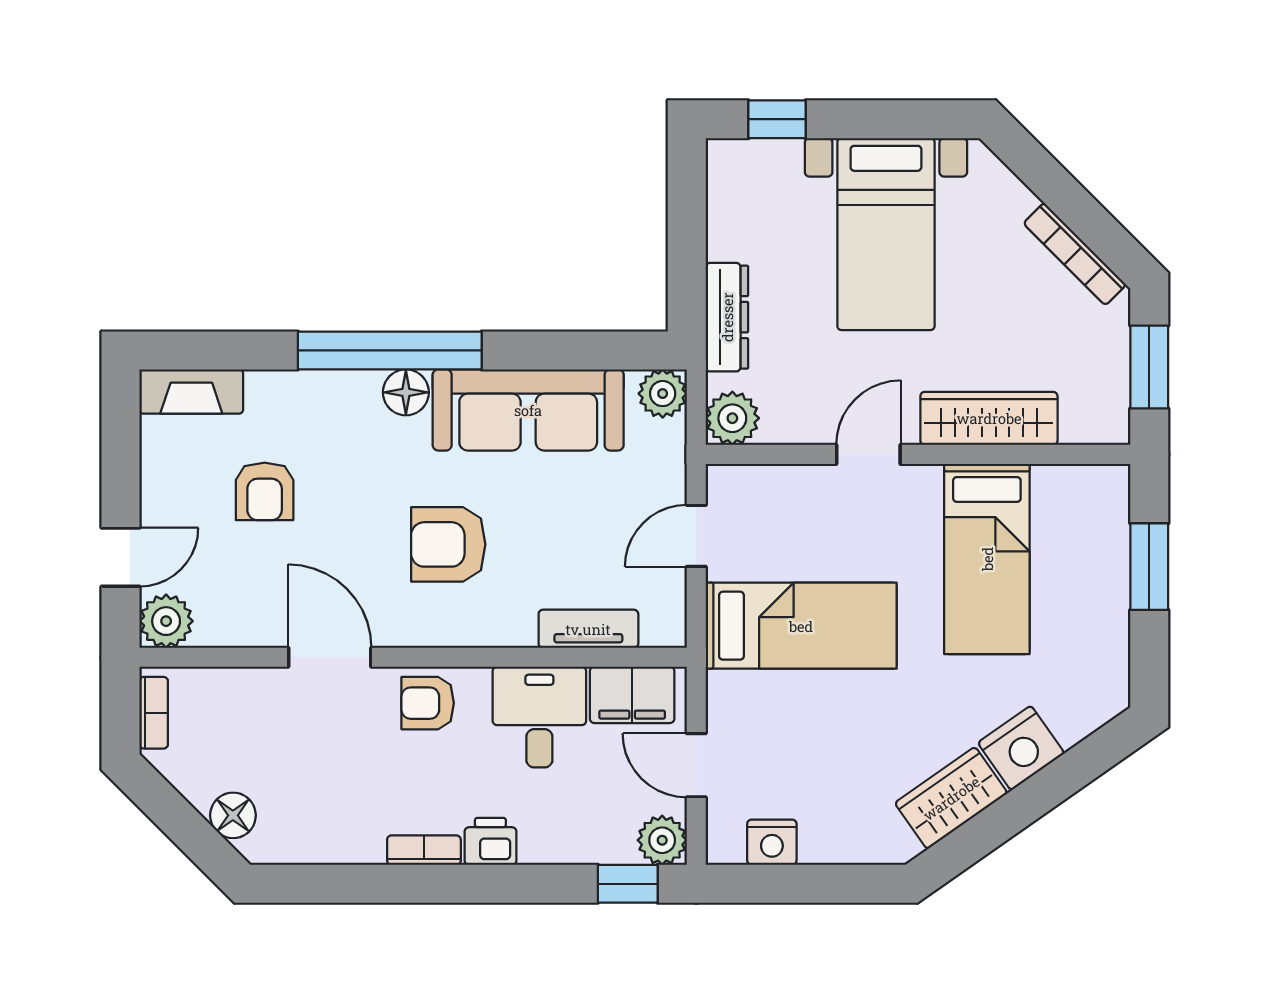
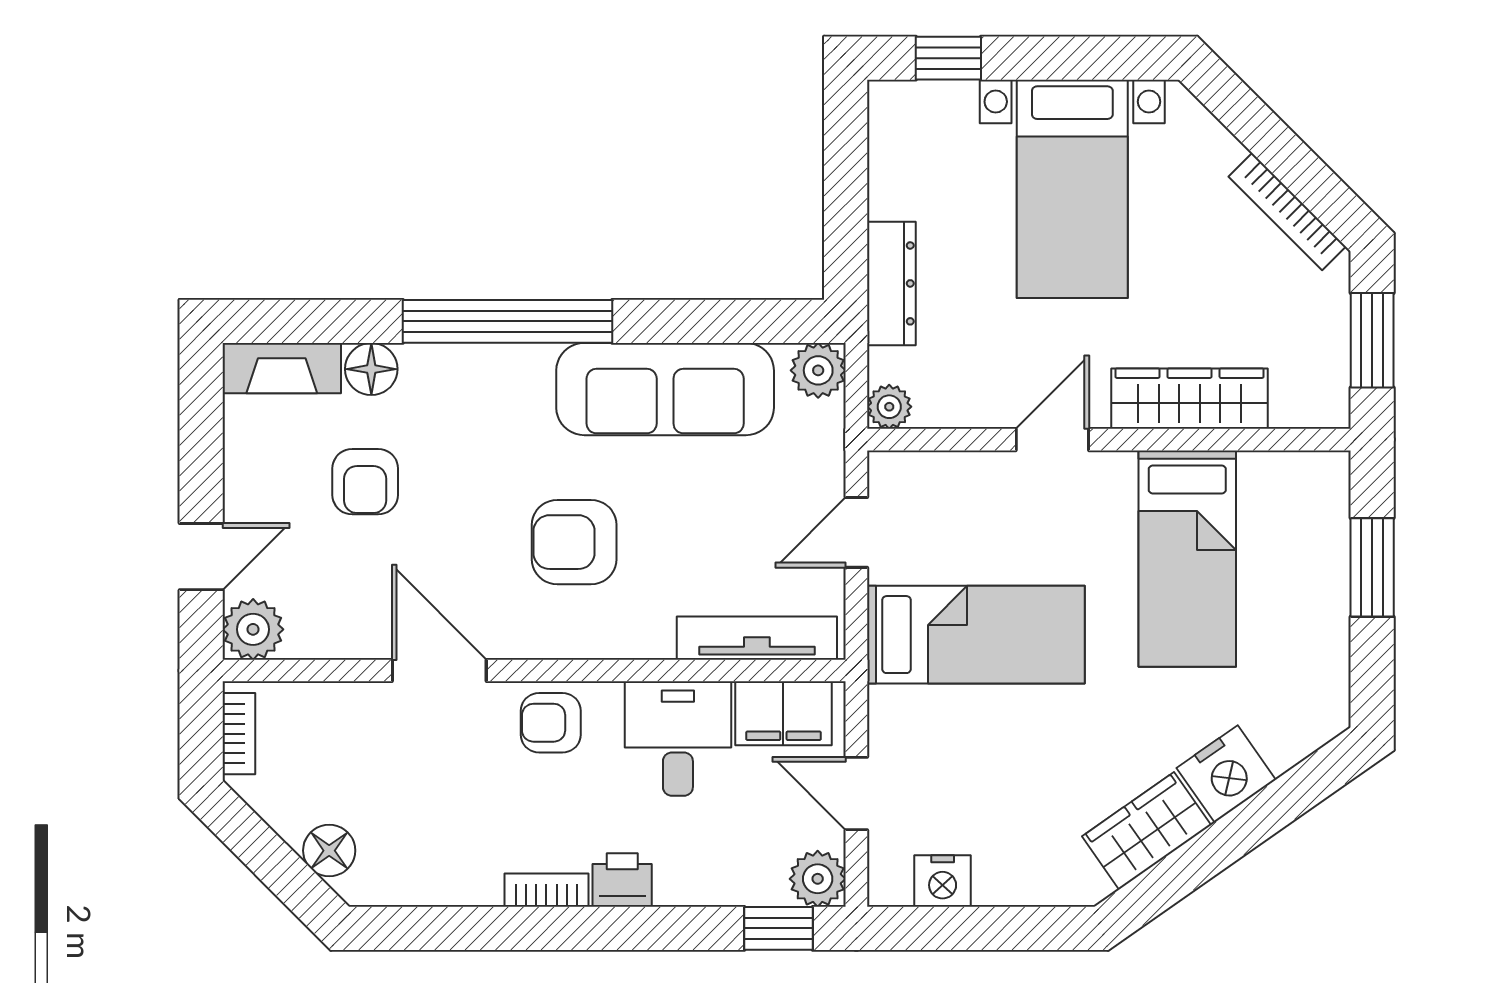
floor lamp: (406, 392) -> (371, 369), moved
plant: (732, 418) -> (889, 407), width x0.73, depth x0.73
tv unit: (588, 629) -> (757, 638), width x1.41

